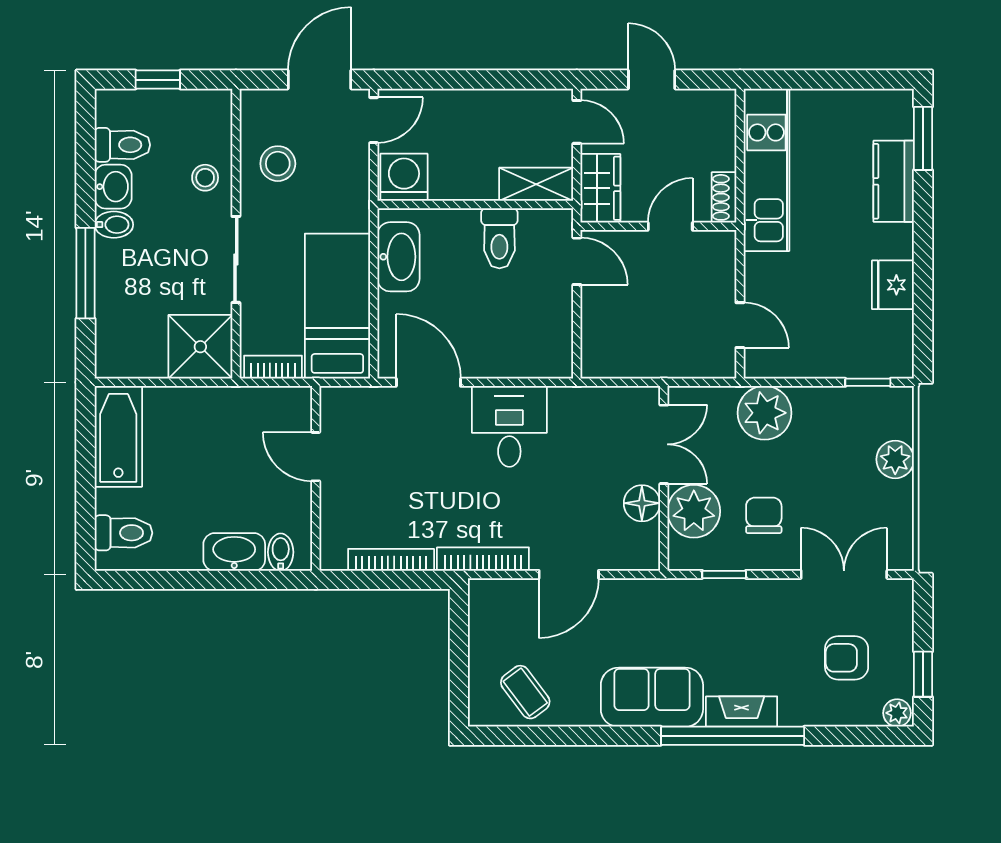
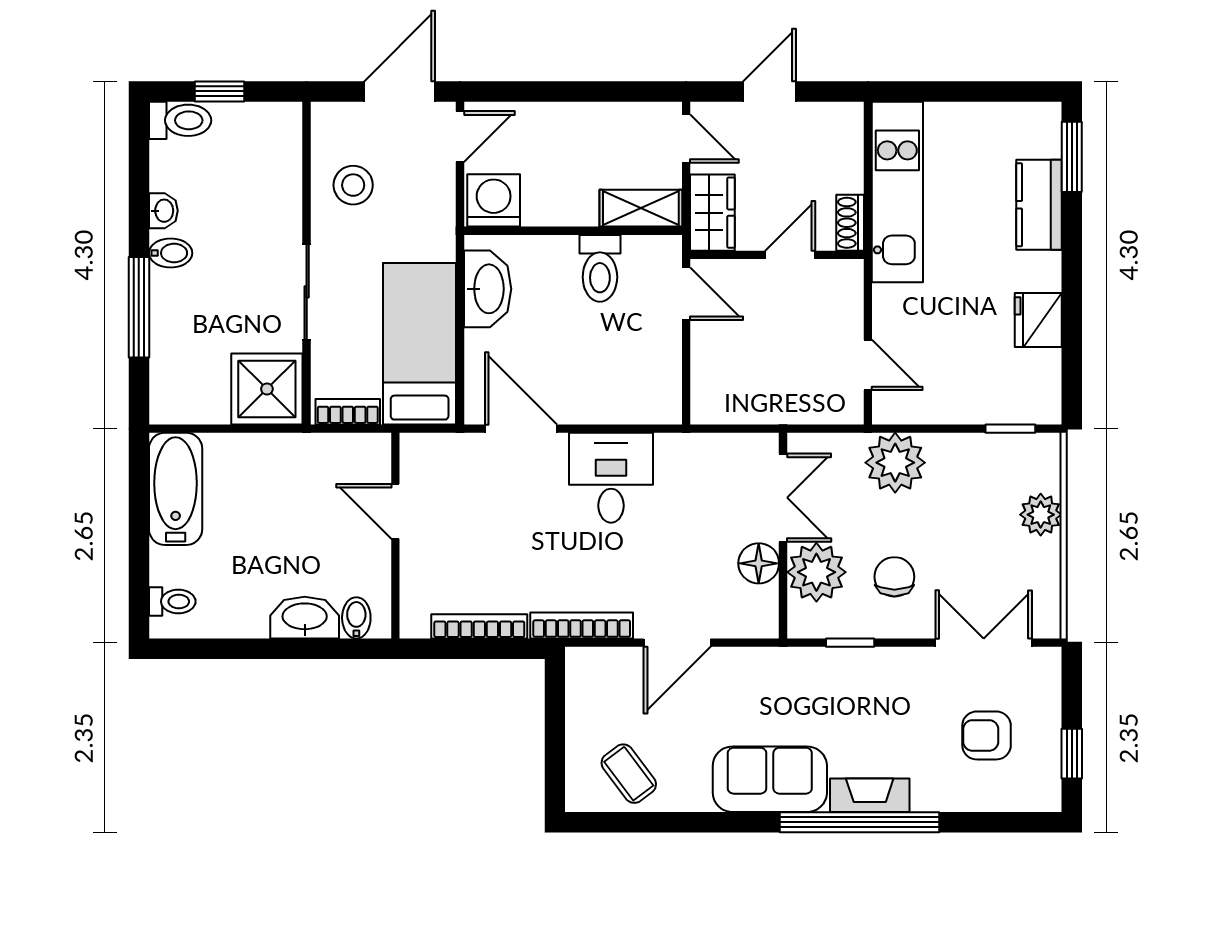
door: (652, 80) -> (769, 91), hinge flipped
toilet: (122, 145) -> (180, 120), moved
stool: (205, 178) -> (272, 201), removed
washbasin: (113, 187) -> (163, 211), width x0.72, depth x0.69
toilet: (123, 533) -> (172, 602), width x0.73, depth x0.72
plant: (897, 713) -> (1043, 797), removed

